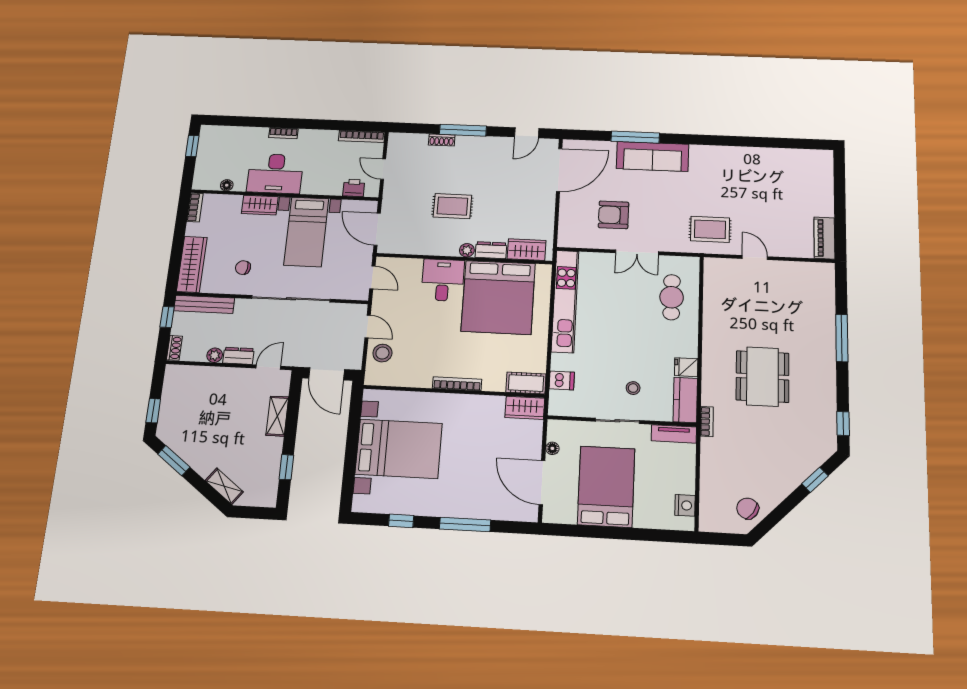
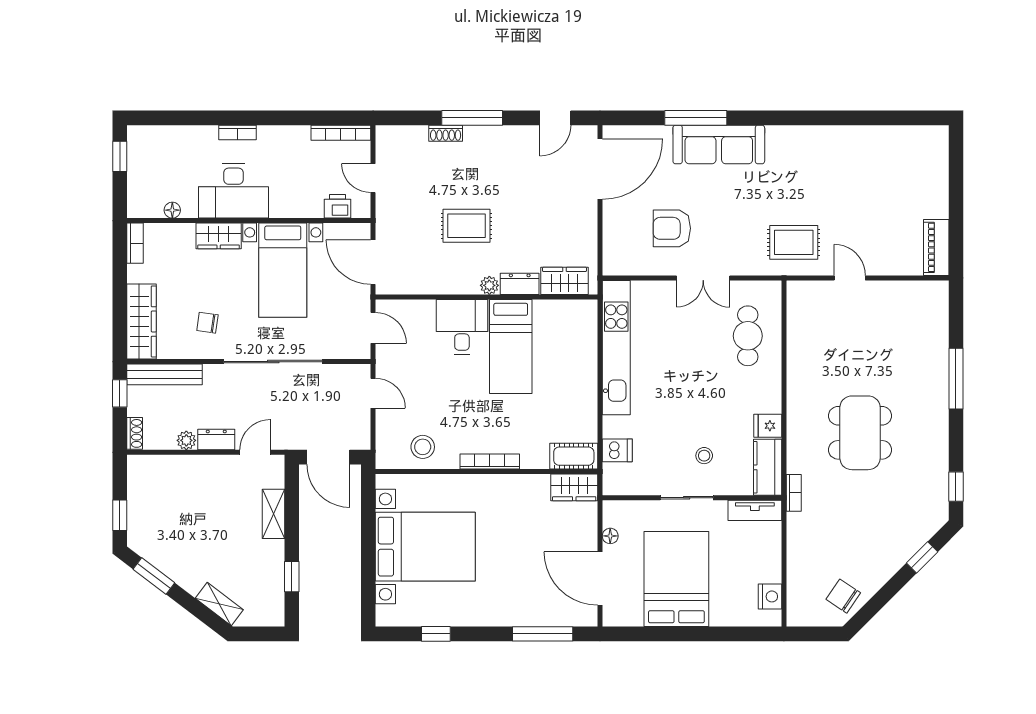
bed: (498, 297) -> (511, 347), width x0.49
stool: (382, 353) -> (423, 447), moved
window: (465, 524) -> (543, 634), moved

